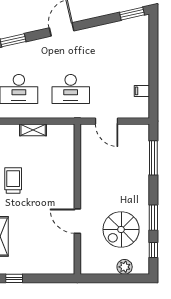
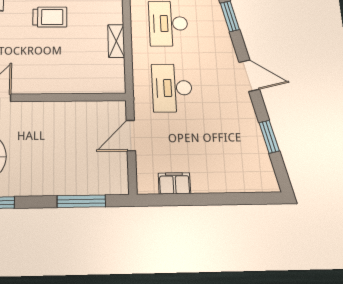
window: (132, 14) -> (269, 137), moved
filing cabinet: (142, 91) -> (174, 183), width x2.00

